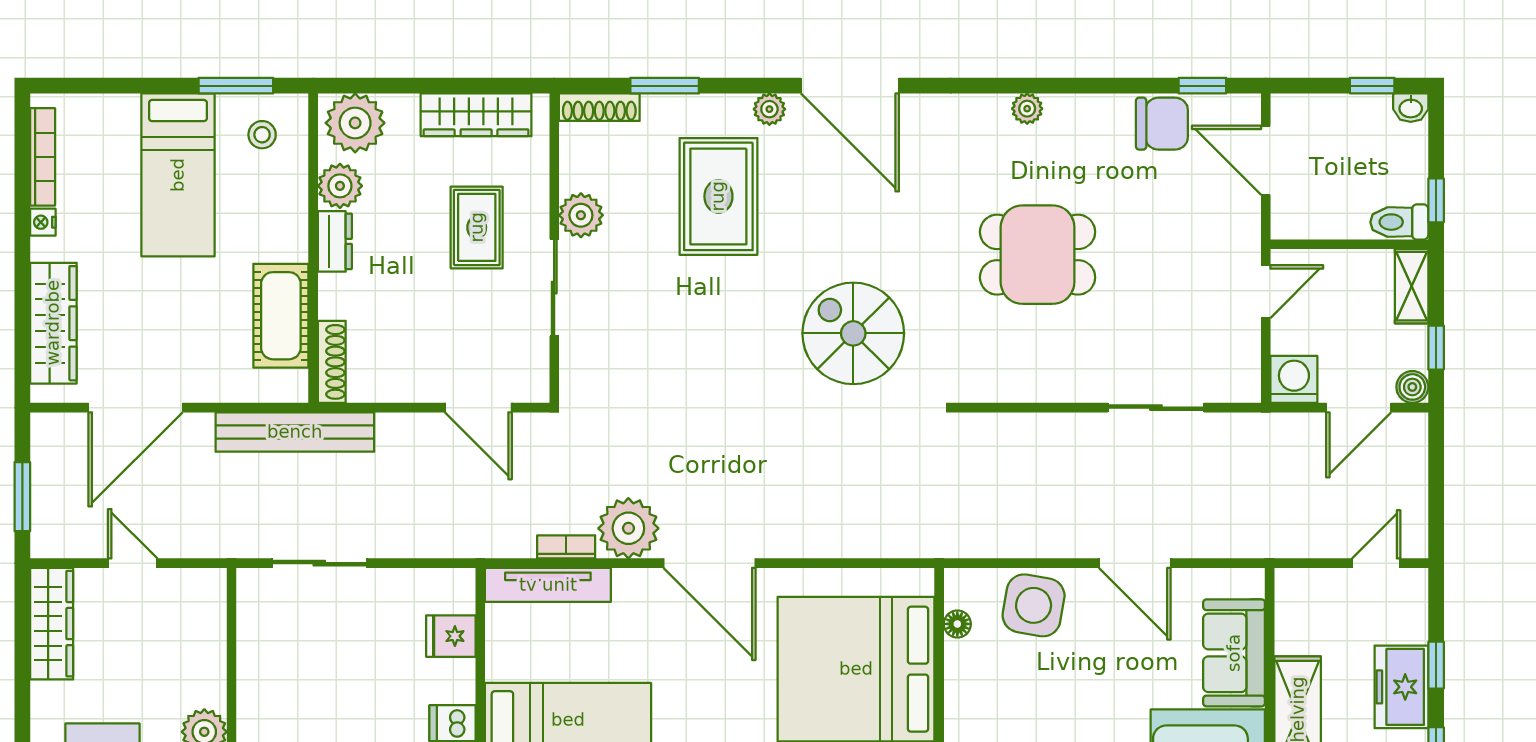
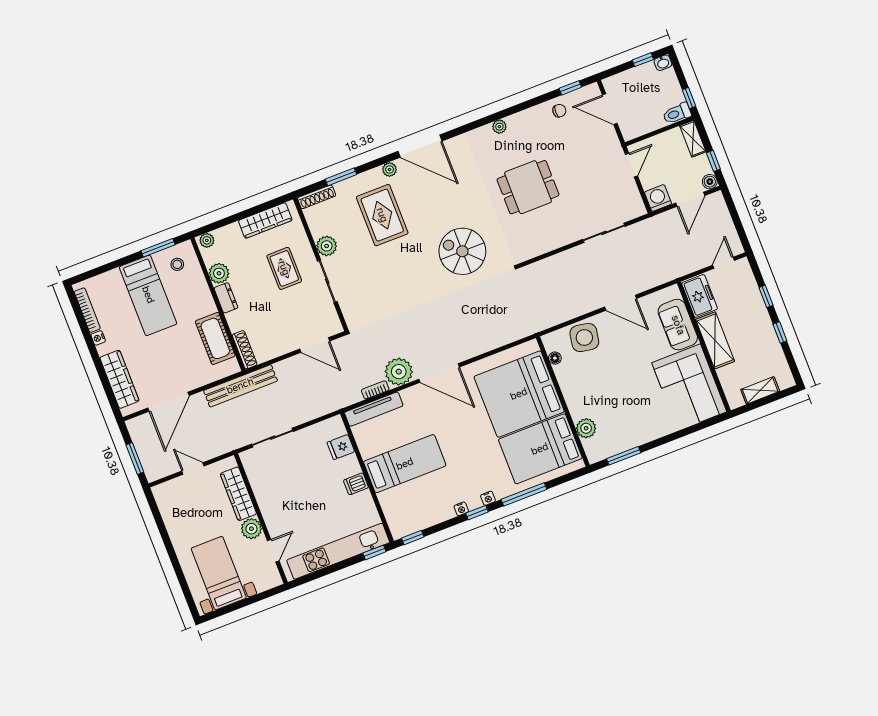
plant: (355, 123) -> (207, 240), width x0.53, depth x0.53
chair: (1162, 124) -> (559, 111), width x0.54, depth x0.54
wardrobe: (52, 624) -> (238, 494), moved, turned 180
freezer: (1401, 687) -> (700, 296), moved, turned 180

